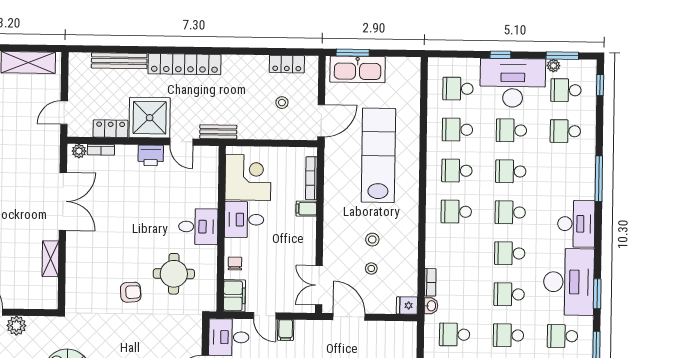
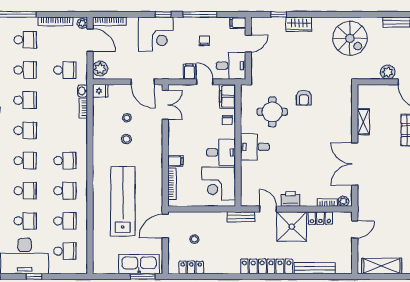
lab bench: (378, 155) -> (123, 201), turned 180
armchair: (131, 292) -> (304, 98), turned -86
plant: (407, 336) -> (100, 69), added

